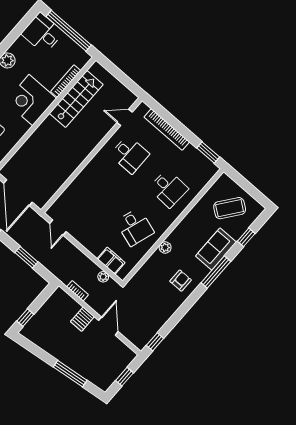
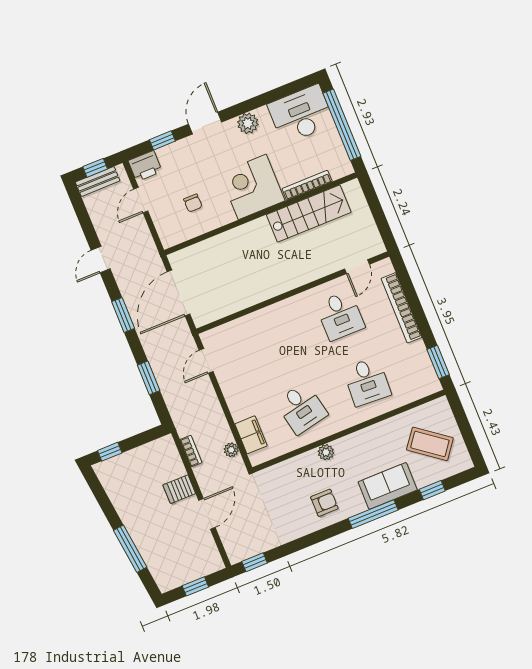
desk: (42, 33) -> (301, 114), width x1.37
door: (125, 117) -> (357, 267), swing flipped
desk: (135, 227) -> (301, 408), turned -30

